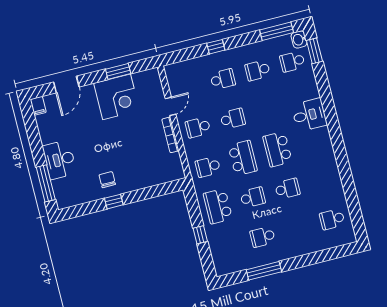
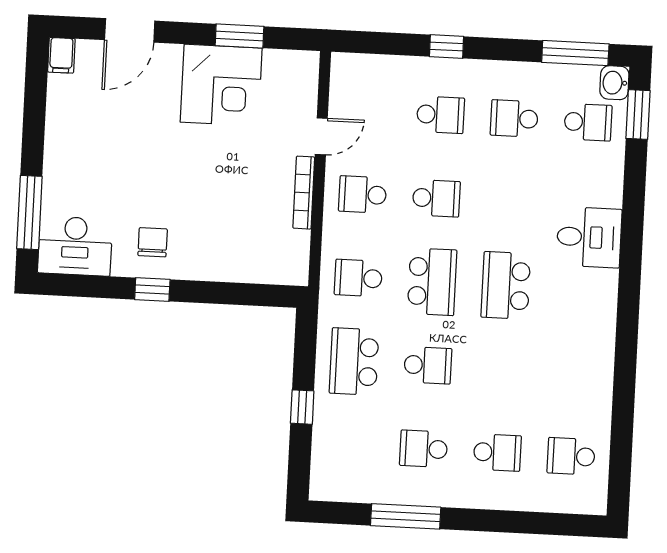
school desk: (292, 62) -> (588, 122), turned 180
desk: (60, 160) -> (75, 246), moved, turned -90
school desk: (287, 189) -> (497, 452), moved

